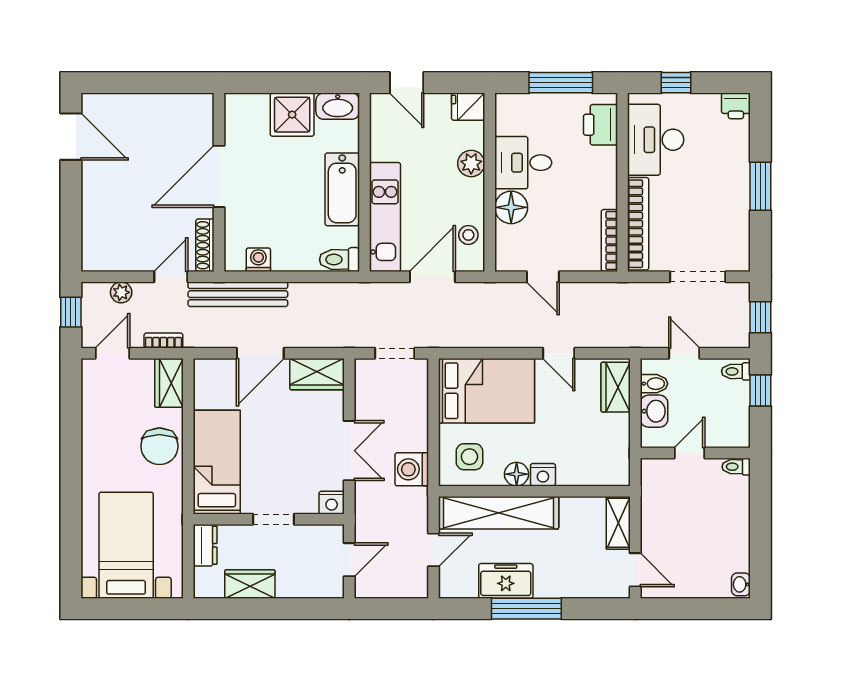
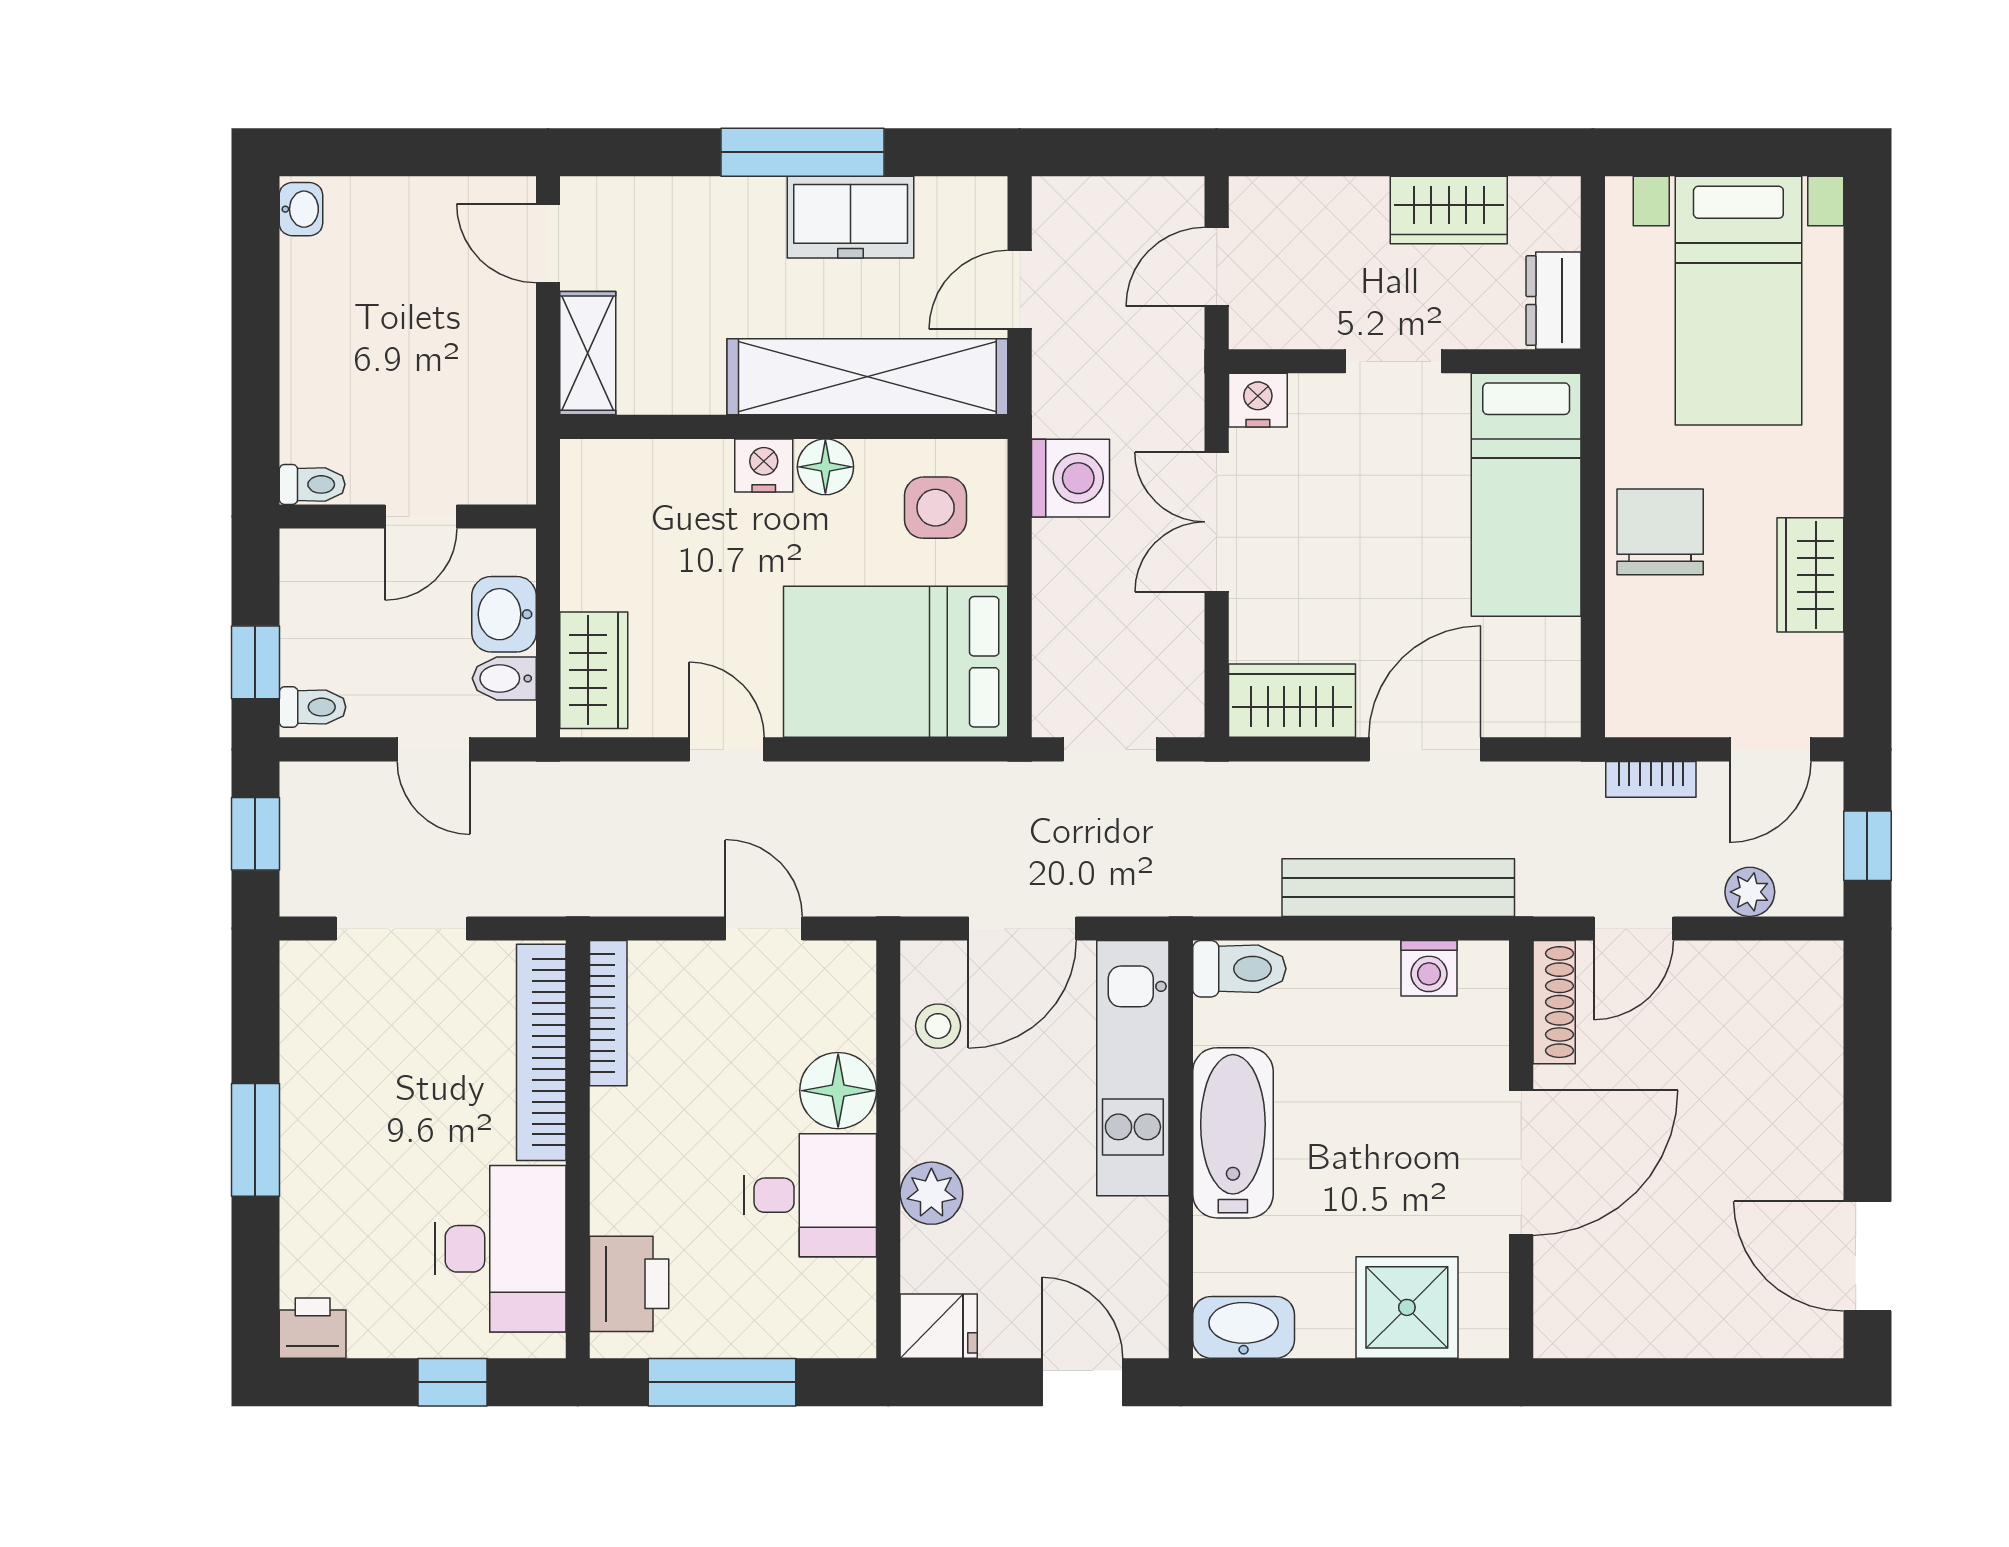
shower: (292, 115) -> (1407, 1307), moved
bench: (238, 294) -> (1398, 888), moved
wardrobe: (169, 383) -> (1810, 575), moved, turned 180

